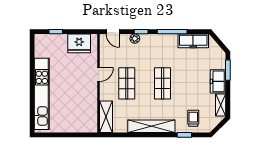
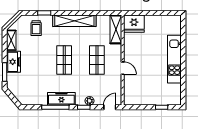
door: (113, 32) -> (110, 107), hinge flipped
freezer: (193, 41) -> (61, 99), moved
fridge: (79, 43) -> (134, 24), moved, turned 180
door: (99, 74) -> (123, 68), swing flipped
kitchen unit: (42, 94) -> (174, 59), width x0.73

